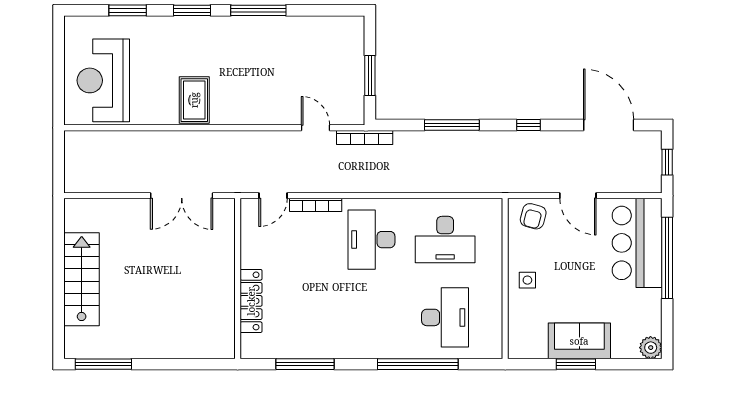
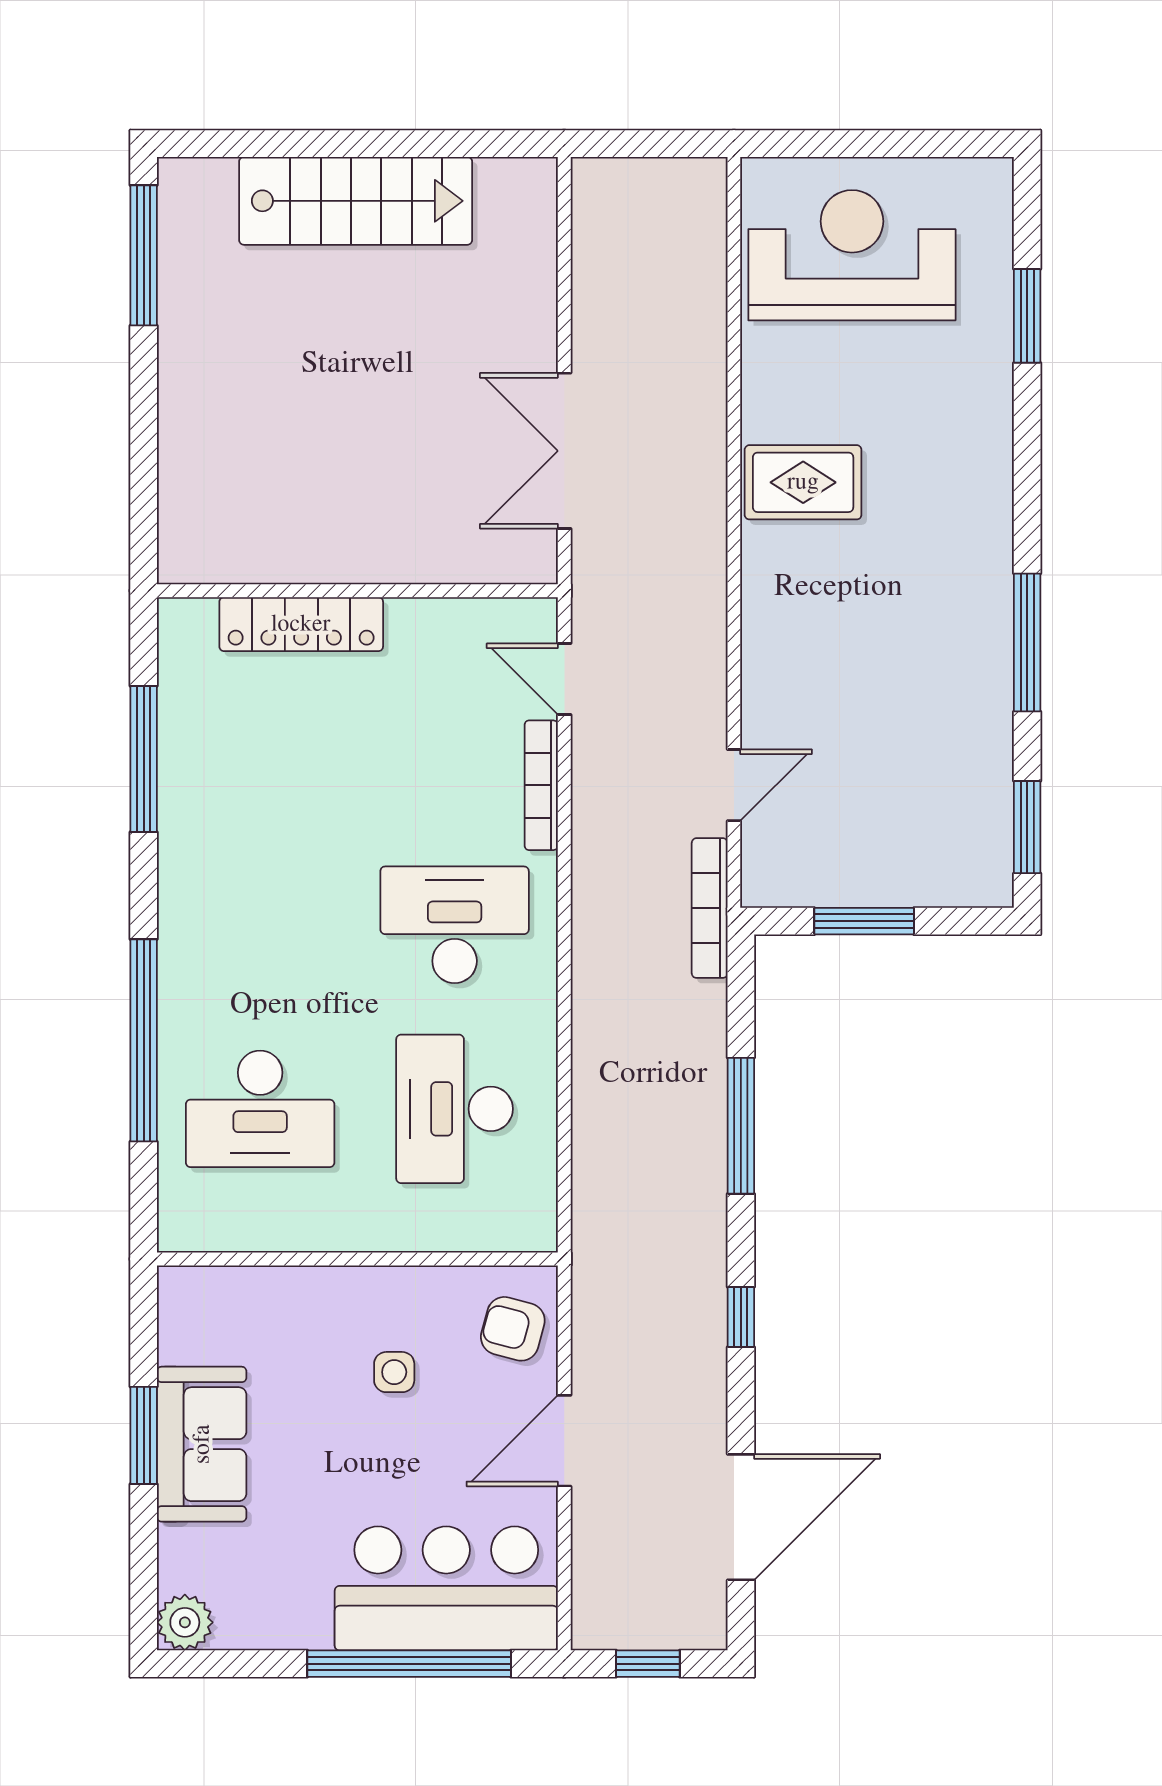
window: (192, 10) -> (1027, 827), moved
side table: (527, 280) -> (394, 1372), moved

